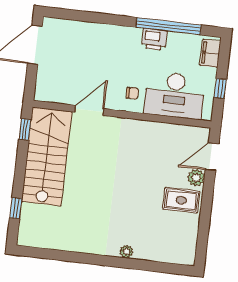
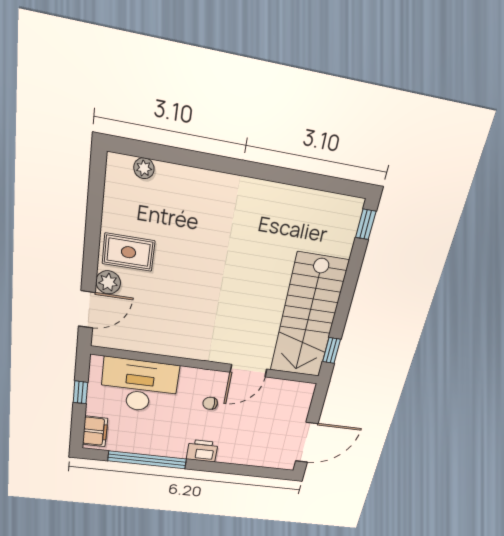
printer: (154, 39) -> (202, 451), moved
chair: (132, 93) -> (210, 403), moved
window: (16, 208) -> (366, 224), moved
plant: (126, 252) -> (144, 168), moved

